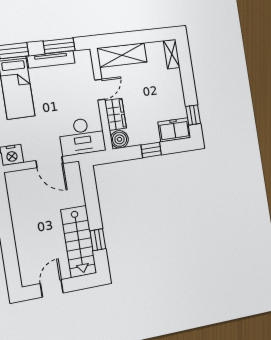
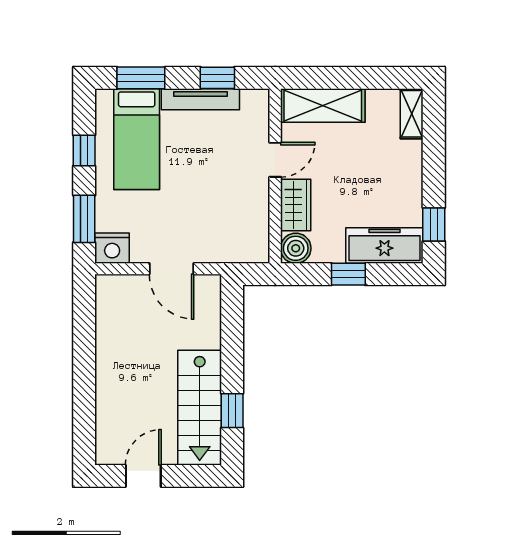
window: (59, 46) -> (217, 78), width x0.67
freezer: (174, 130) -> (384, 246), width x1.40
desk: (82, 136) -> (232, 234), removed

